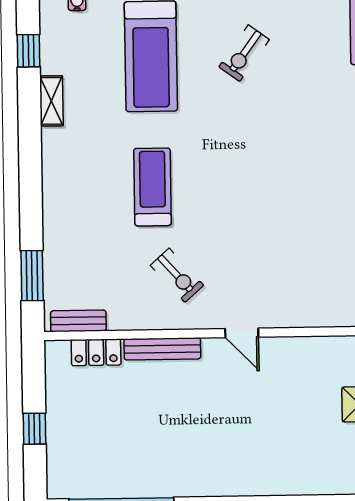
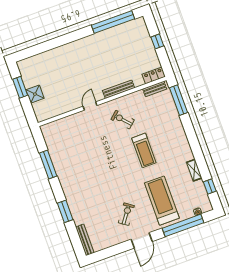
window: (32, 276) -> (179, 100), width x1.44
door: (242, 333) -> (90, 106), hinge flipped
locker: (96, 352) -> (154, 75), moved

